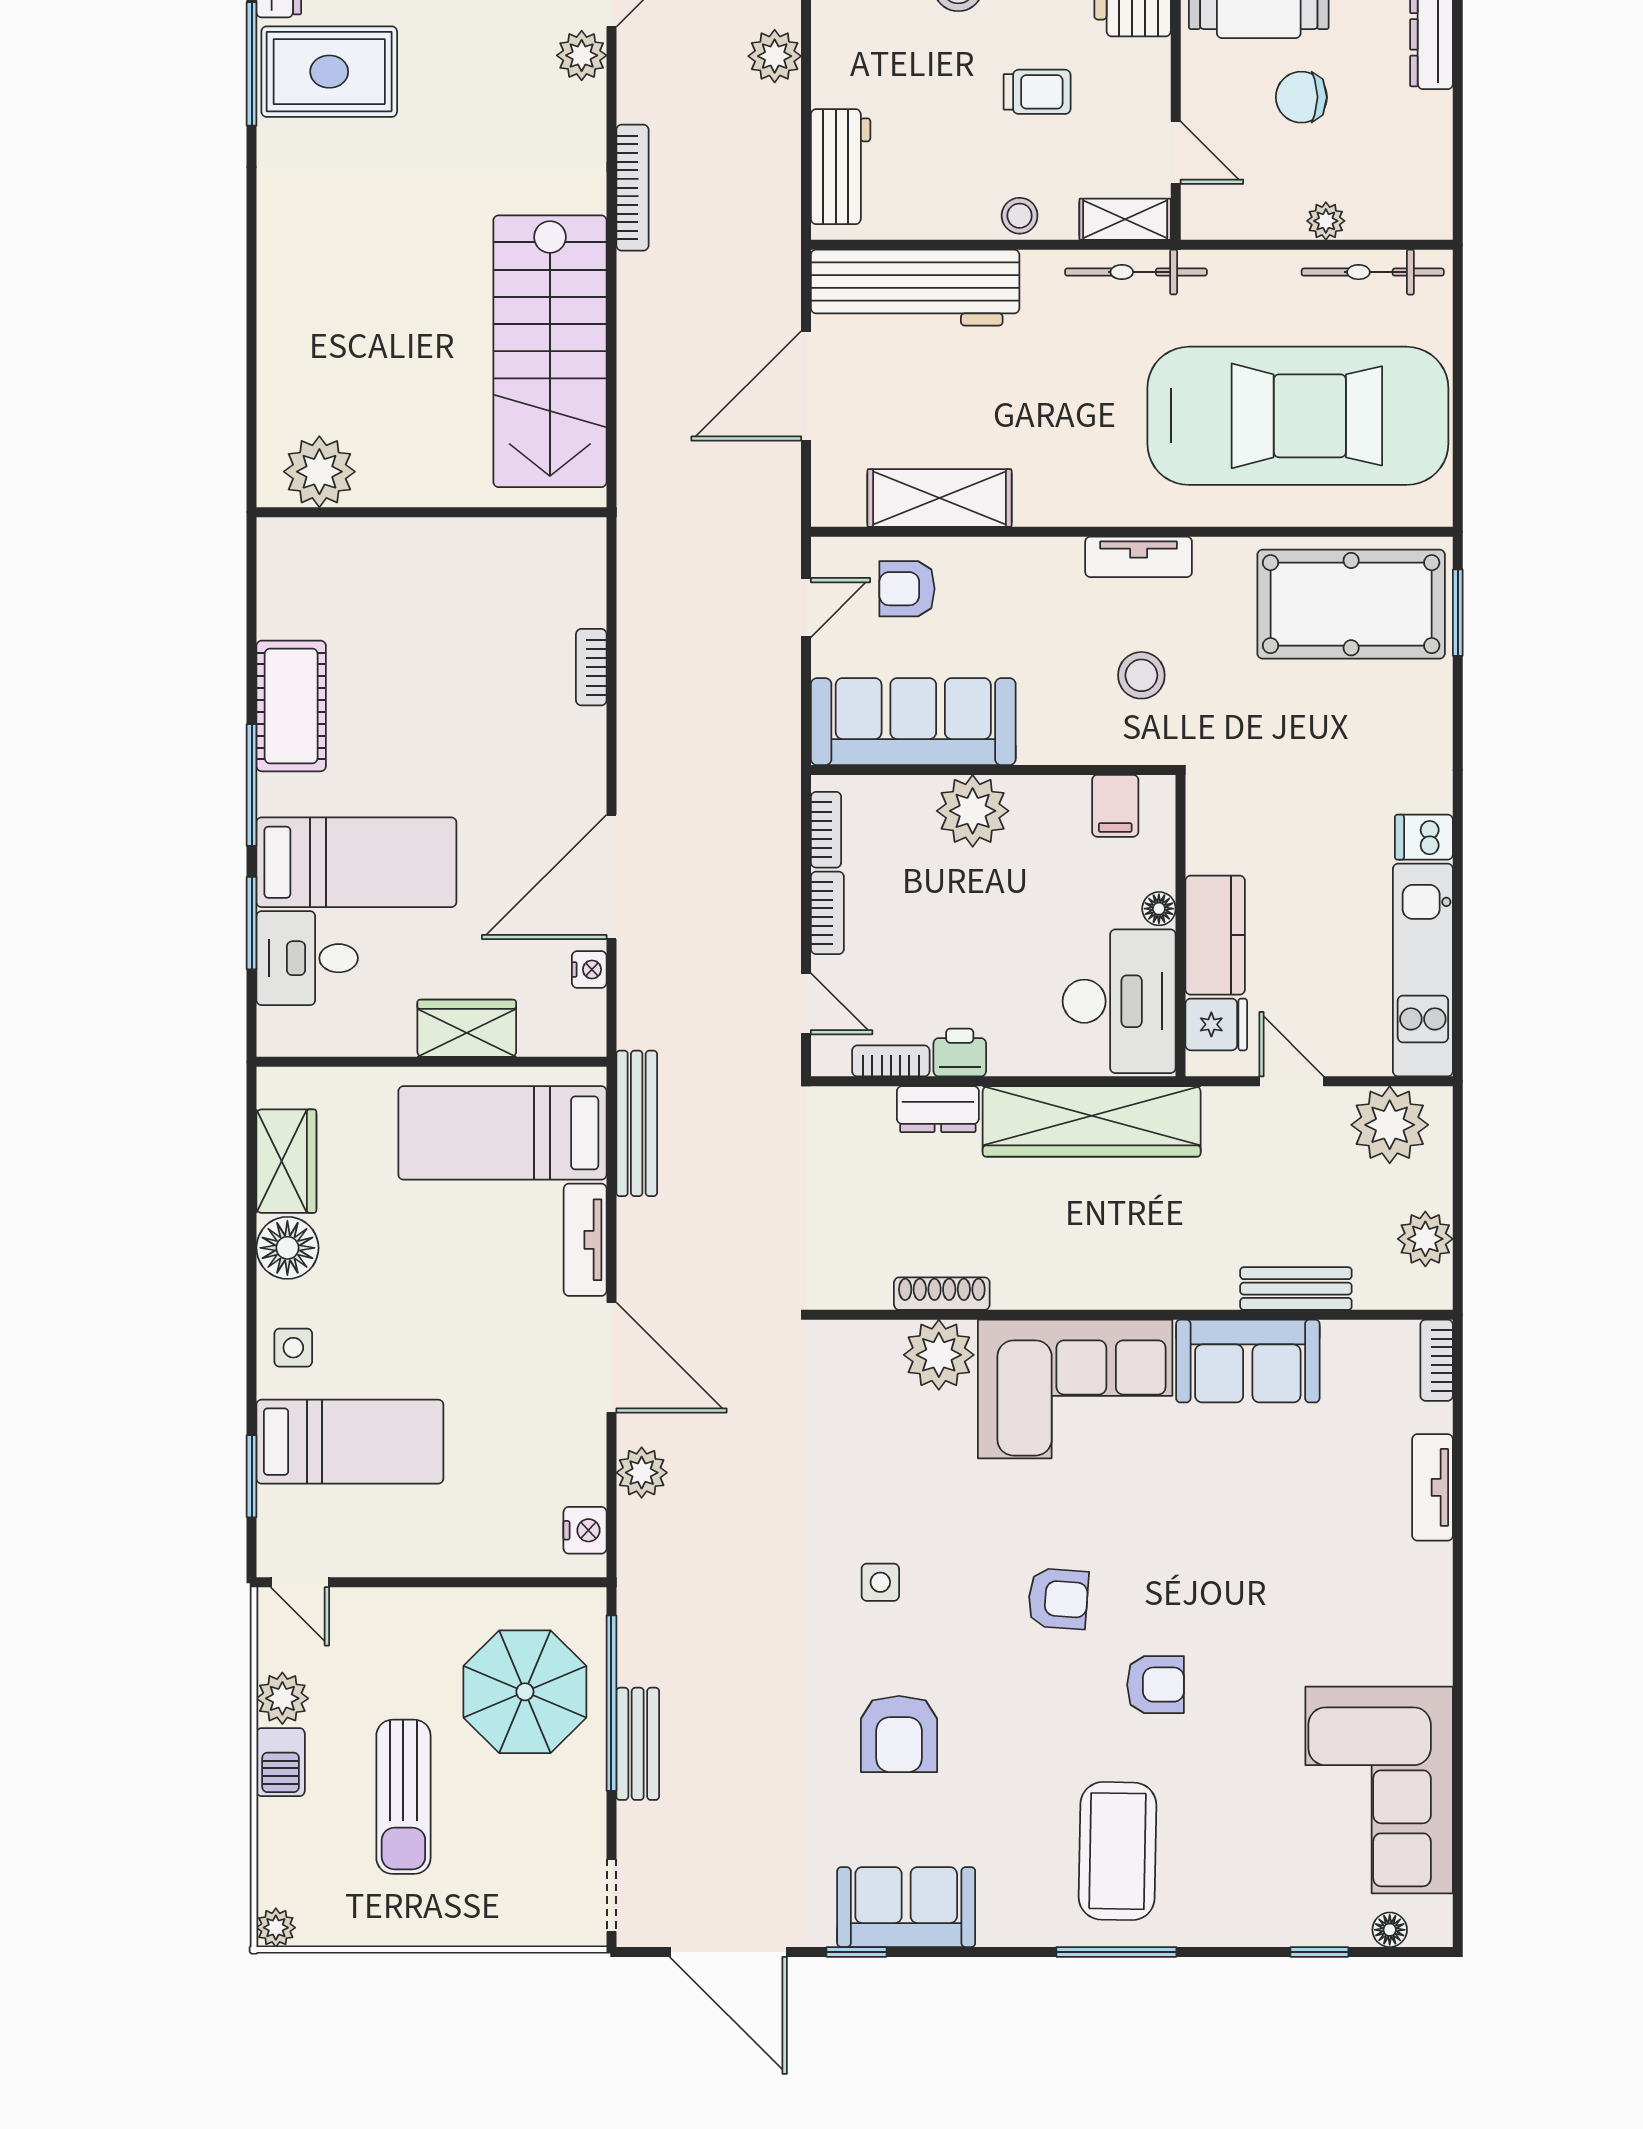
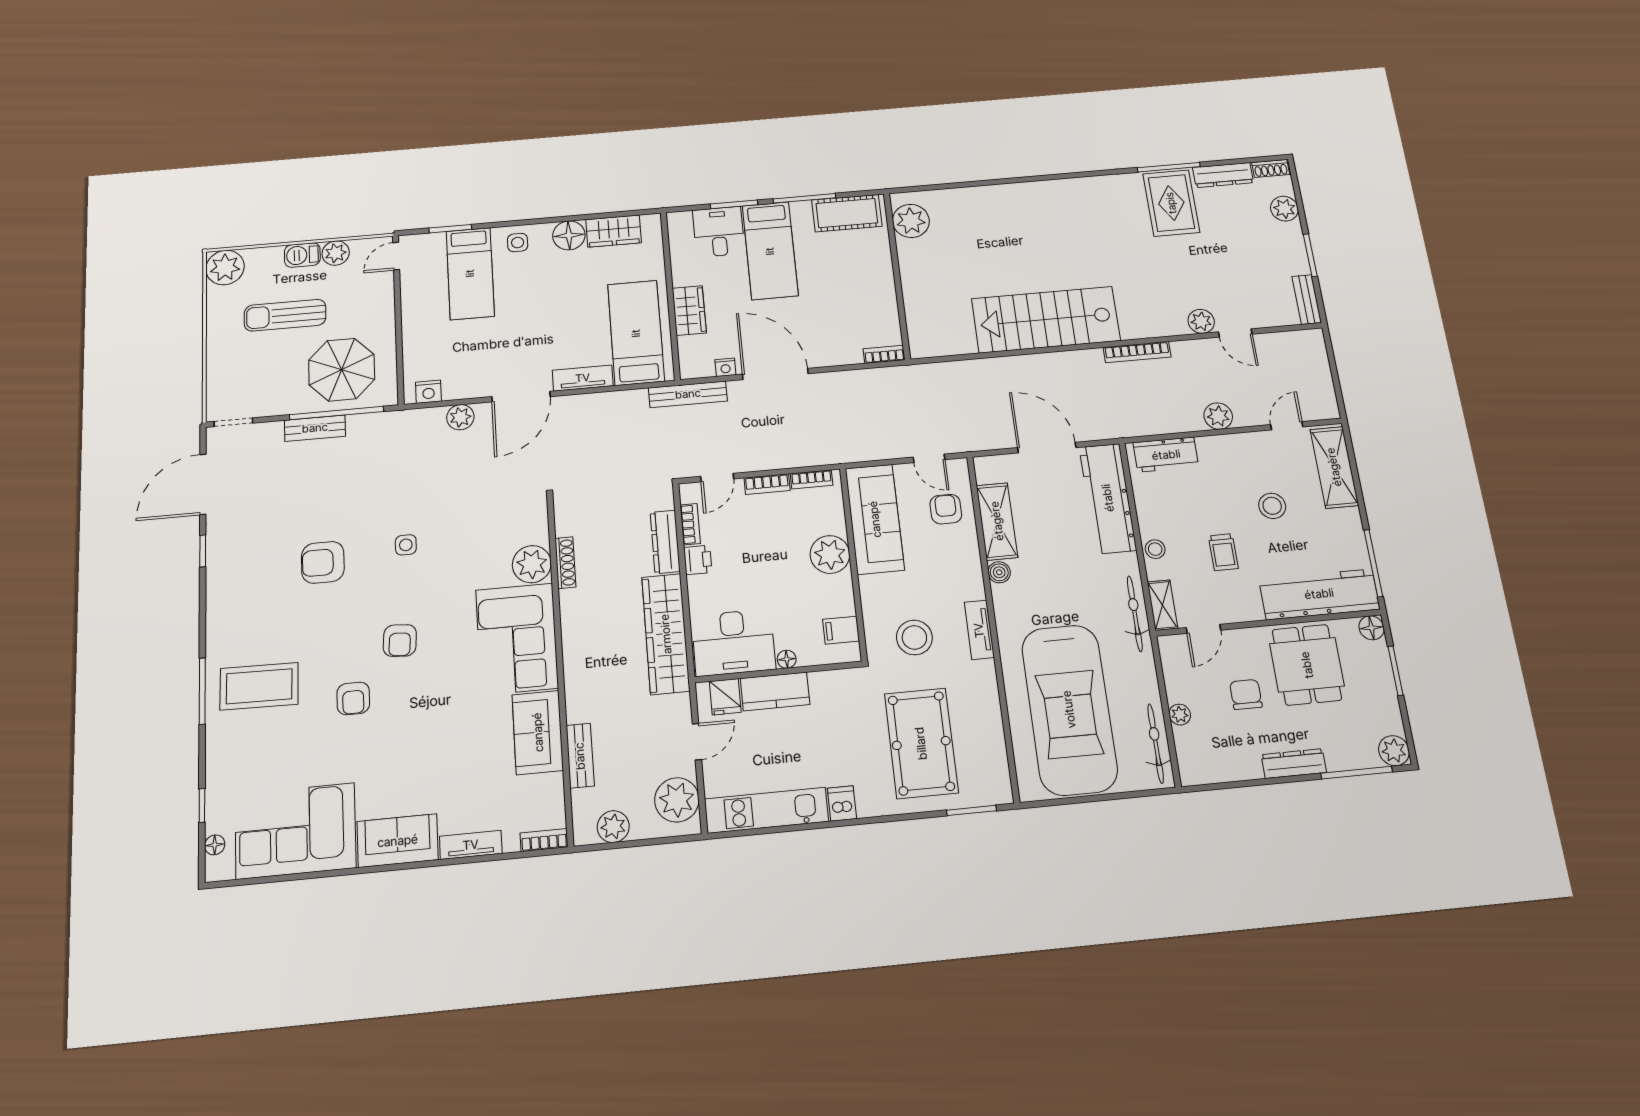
plant: (319, 472) -> (911, 221), moved
boiler: (1036, 507) -> (999, 572), added
wall: (431, 512) -> (897, 275), moved
pool table: (1351, 604) -> (921, 743), moved
stool: (1141, 675) -> (914, 637), width x1.38, depth x1.38
dresser: (938, 1109) -> (665, 542), width x1.44
bench: (637, 1123) -> (688, 394), moved
sofa: (906, 1907) -> (398, 841), moved, turned -90
plant: (276, 1928) -> (225, 268), width x1.88, depth x1.88

